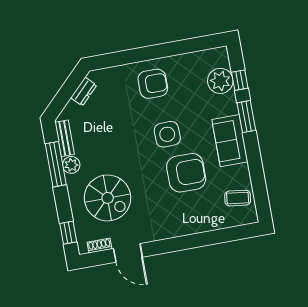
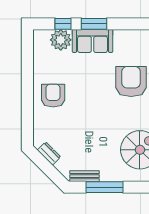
side table: (167, 134) -> (97, 91), removed
sofa: (230, 141) -> (93, 41), moved
plant: (71, 165) -> (107, 175), removed

